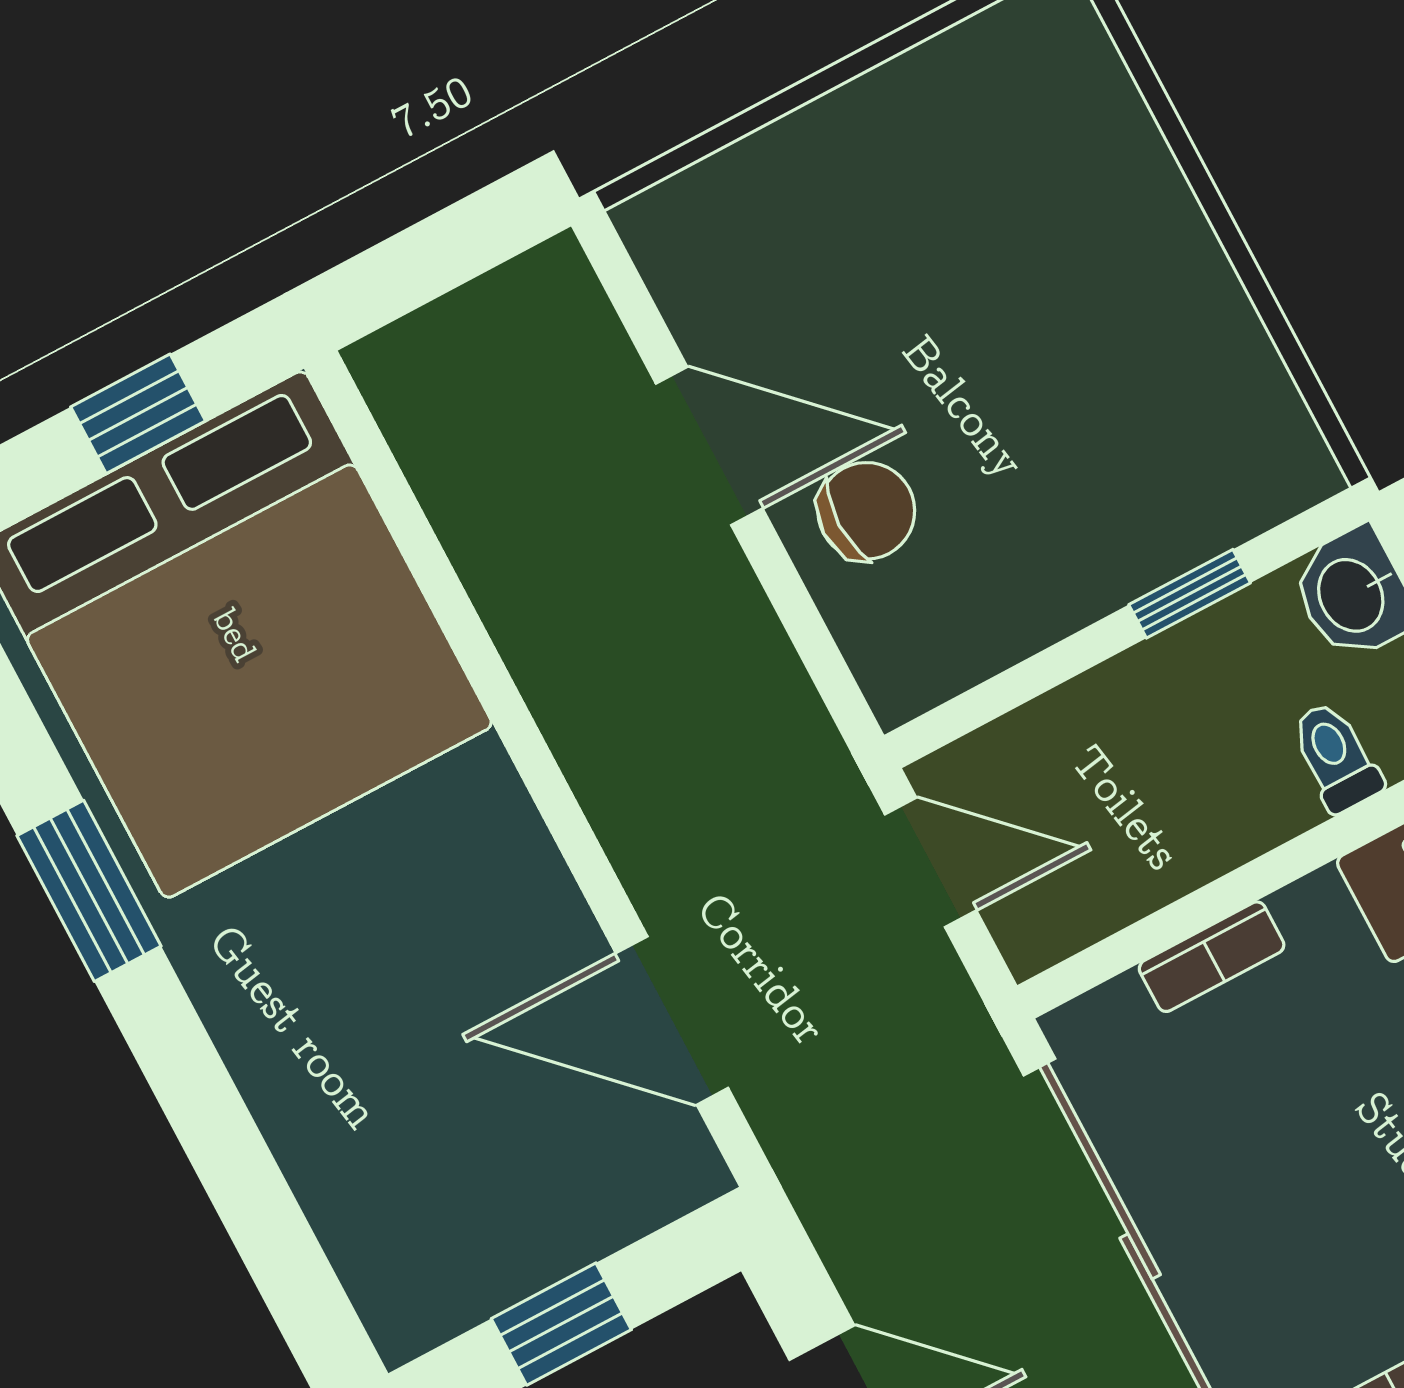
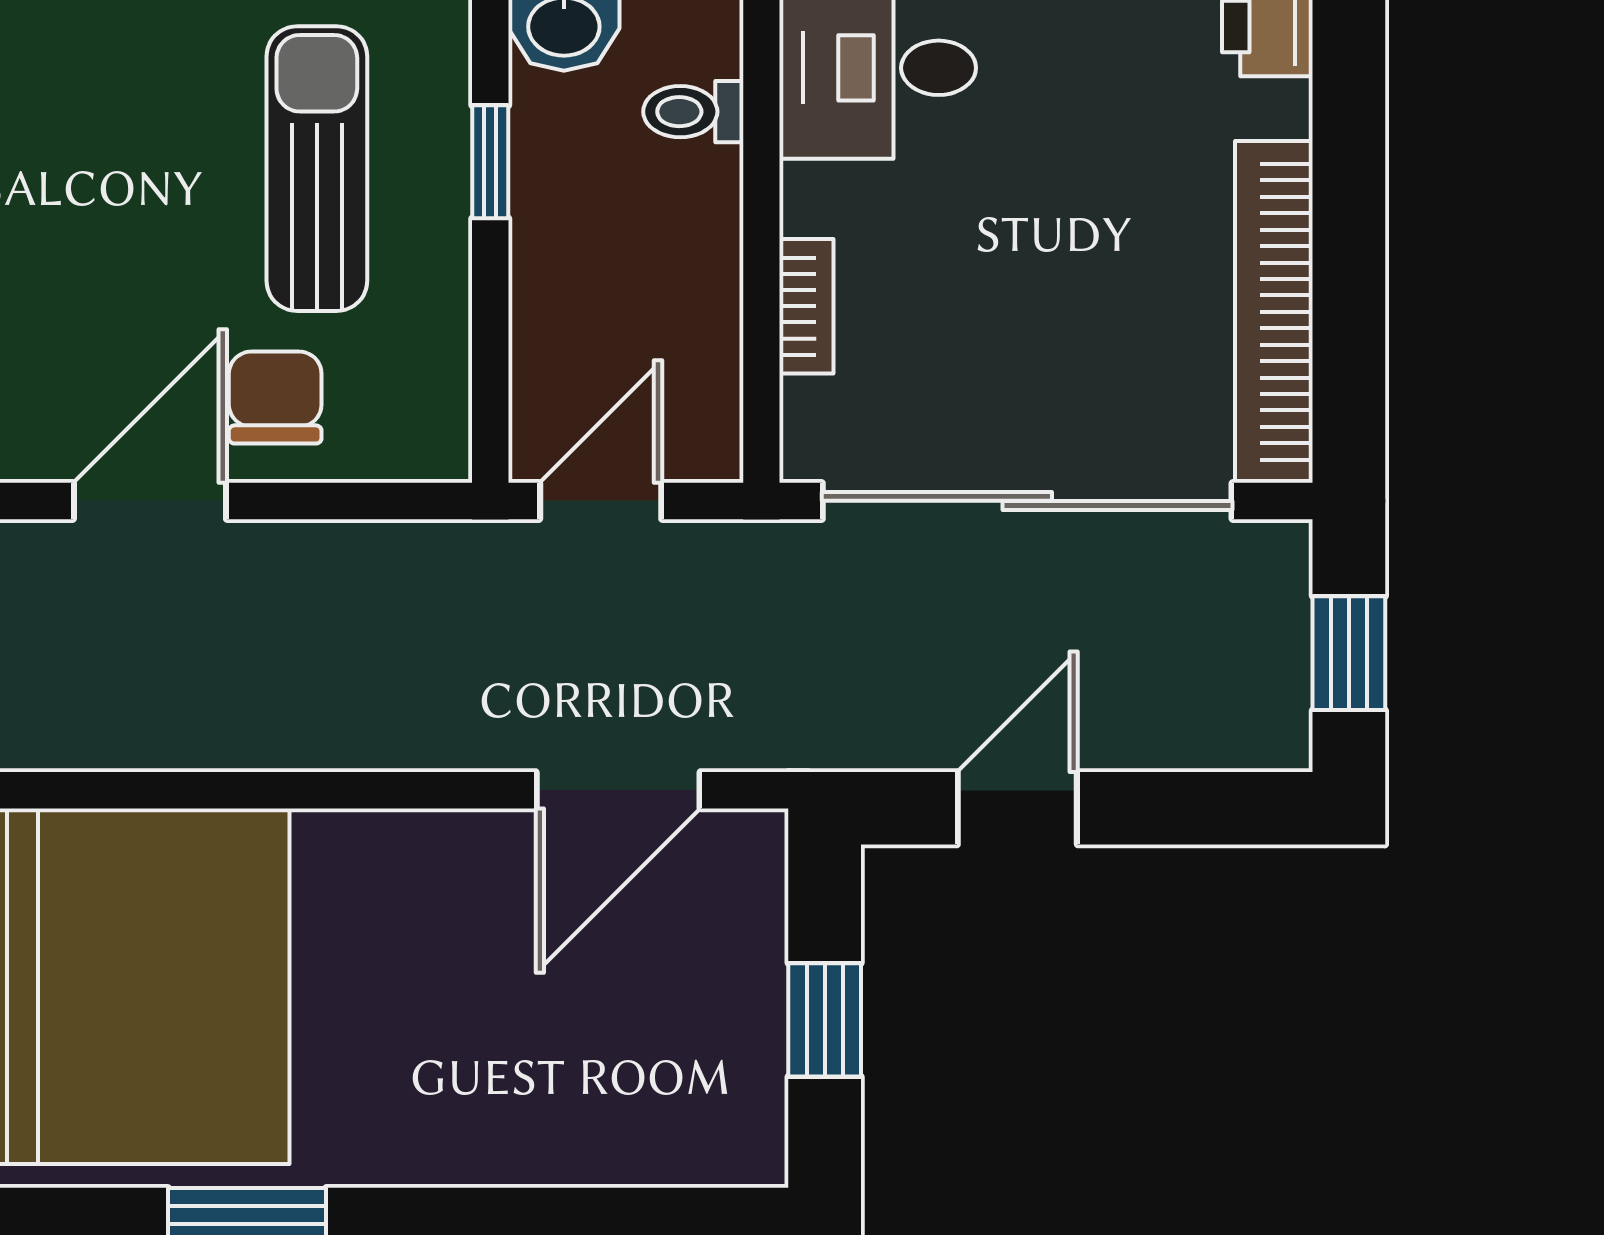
sun lounger: (1098, 437) -> (317, 169), added

